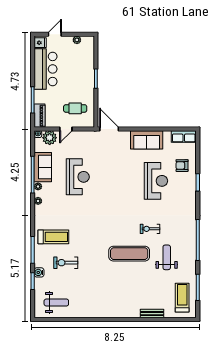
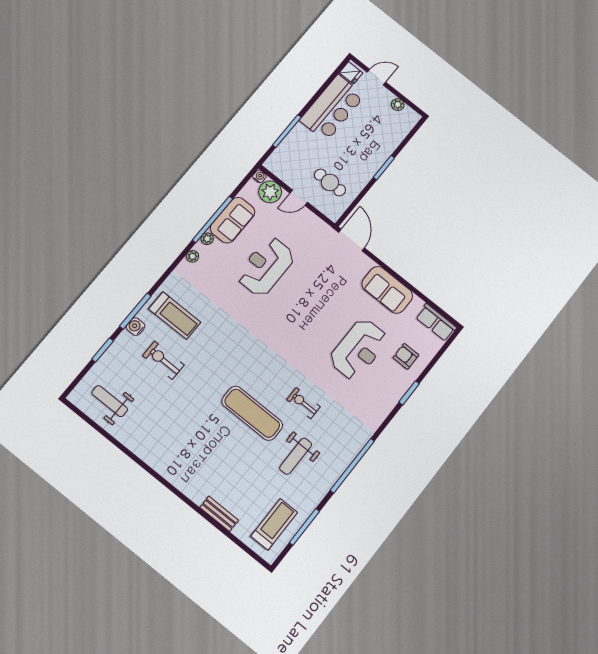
piano: (40, 116) -> (280, 156), removed
reception desk: (78, 177) -> (266, 267), turned 180
weight bench: (167, 257) -> (296, 456), turned 180
water cooler: (39, 272) -> (136, 327), moved
weight bench: (56, 302) -> (110, 401), turned 180

